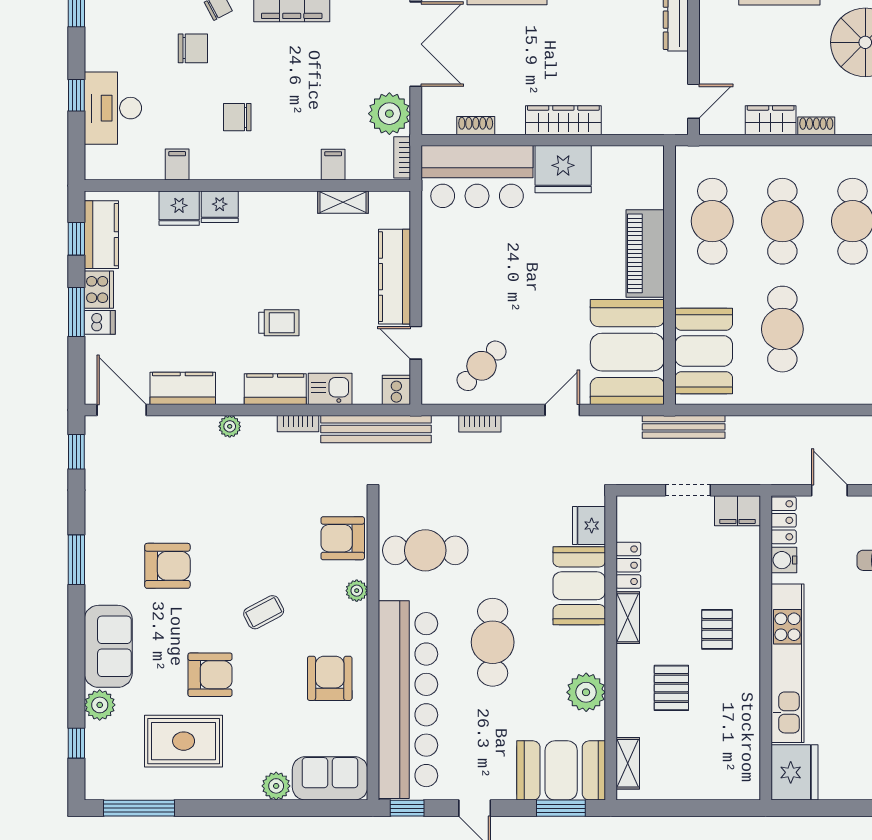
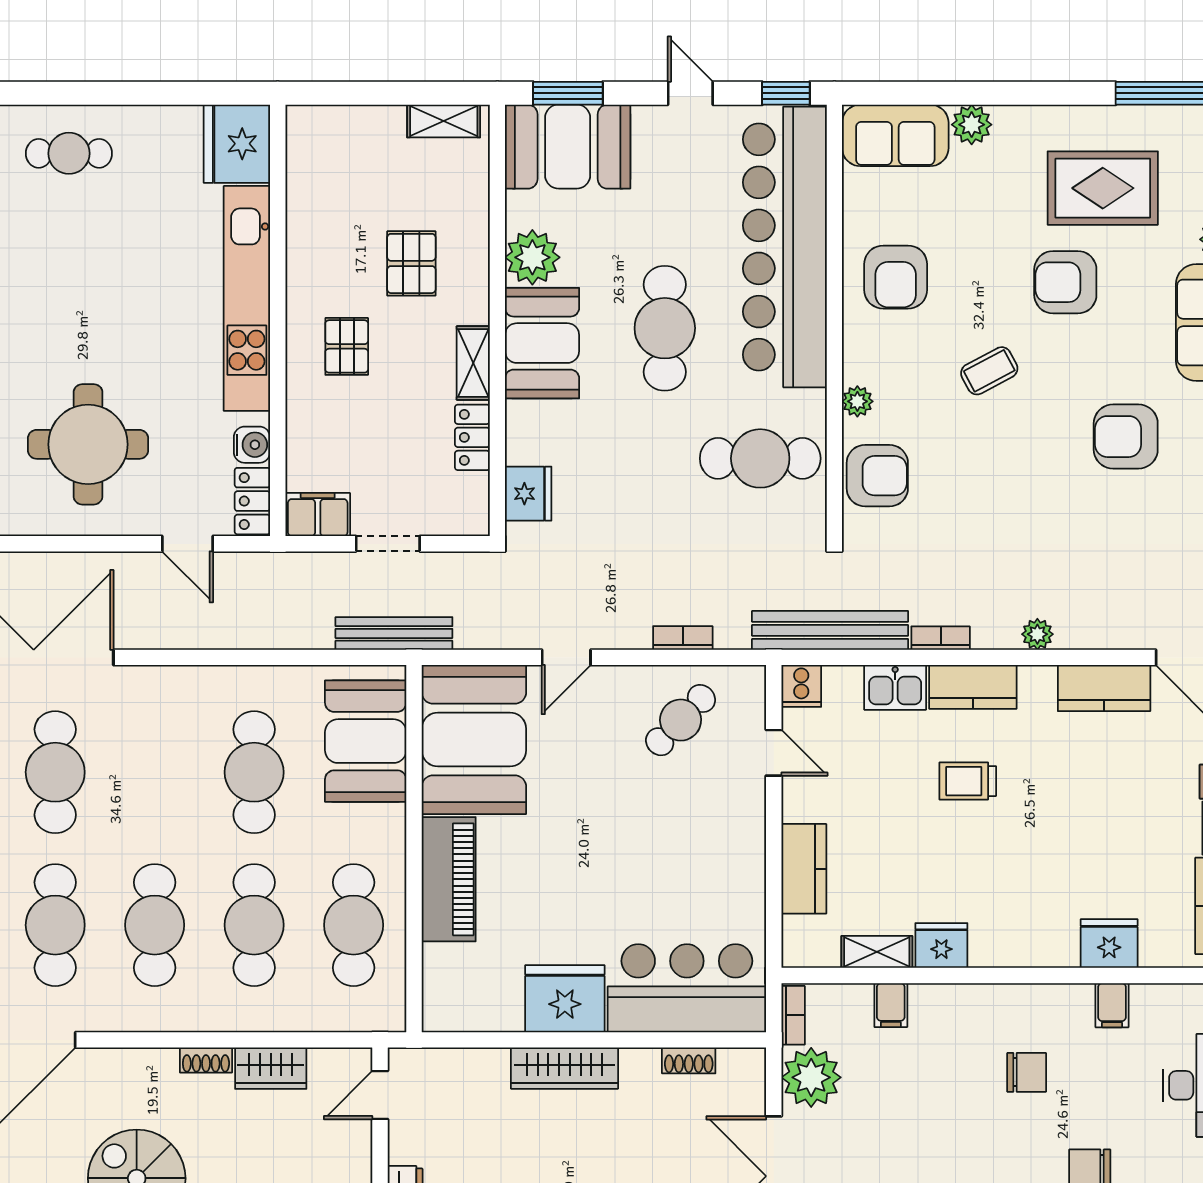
fridge: (220, 207) -> (941, 945), moved
kitchen counter: (395, 277) -> (804, 869), width x0.67
booth: (579, 586) -> (542, 343), moved
shelving: (628, 763) -> (444, 121), moved, turned 90

